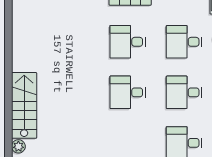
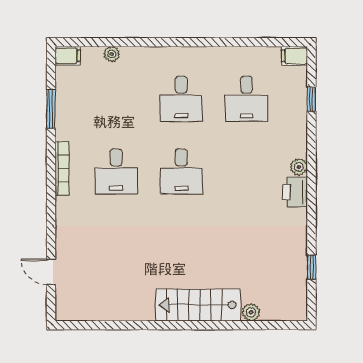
desk: (184, 42) -> (116, 99), removed

